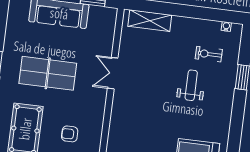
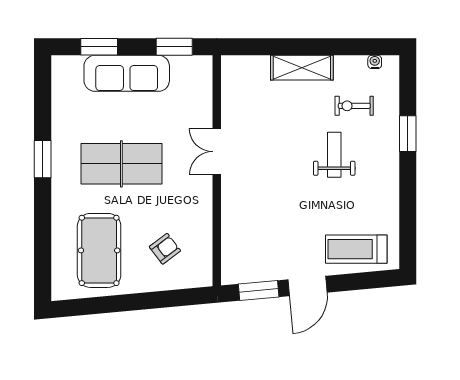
shelving: (150, 21) -> (302, 68), moved
armchair: (70, 134) -> (165, 249), turned 143

